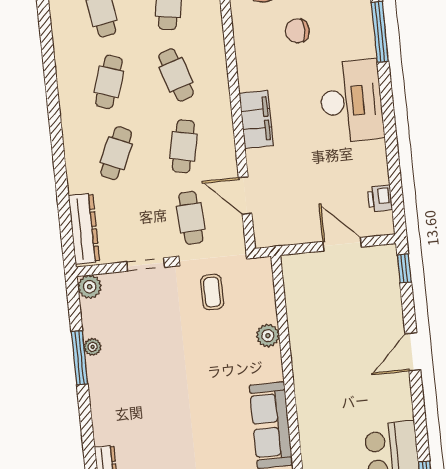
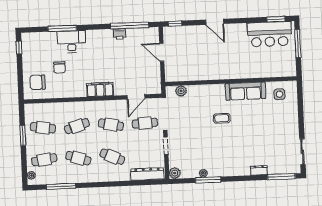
window: (48, 49) -> (61, 186), added
desk: (351, 101) -> (72, 42), moved, width x0.73, depth x0.77
window: (394, 173) -> (130, 25), added
printer: (380, 198) -> (120, 34), moved
door: (342, 244) -> (162, 52), hinge flipped
coffee table: (212, 292) -> (222, 118), moved
plant: (268, 336) -> (181, 91), moved

